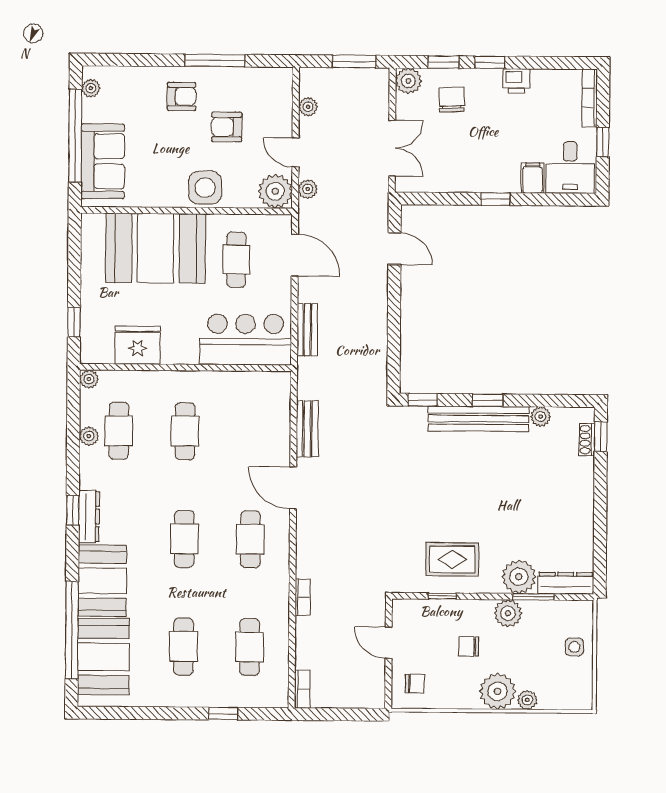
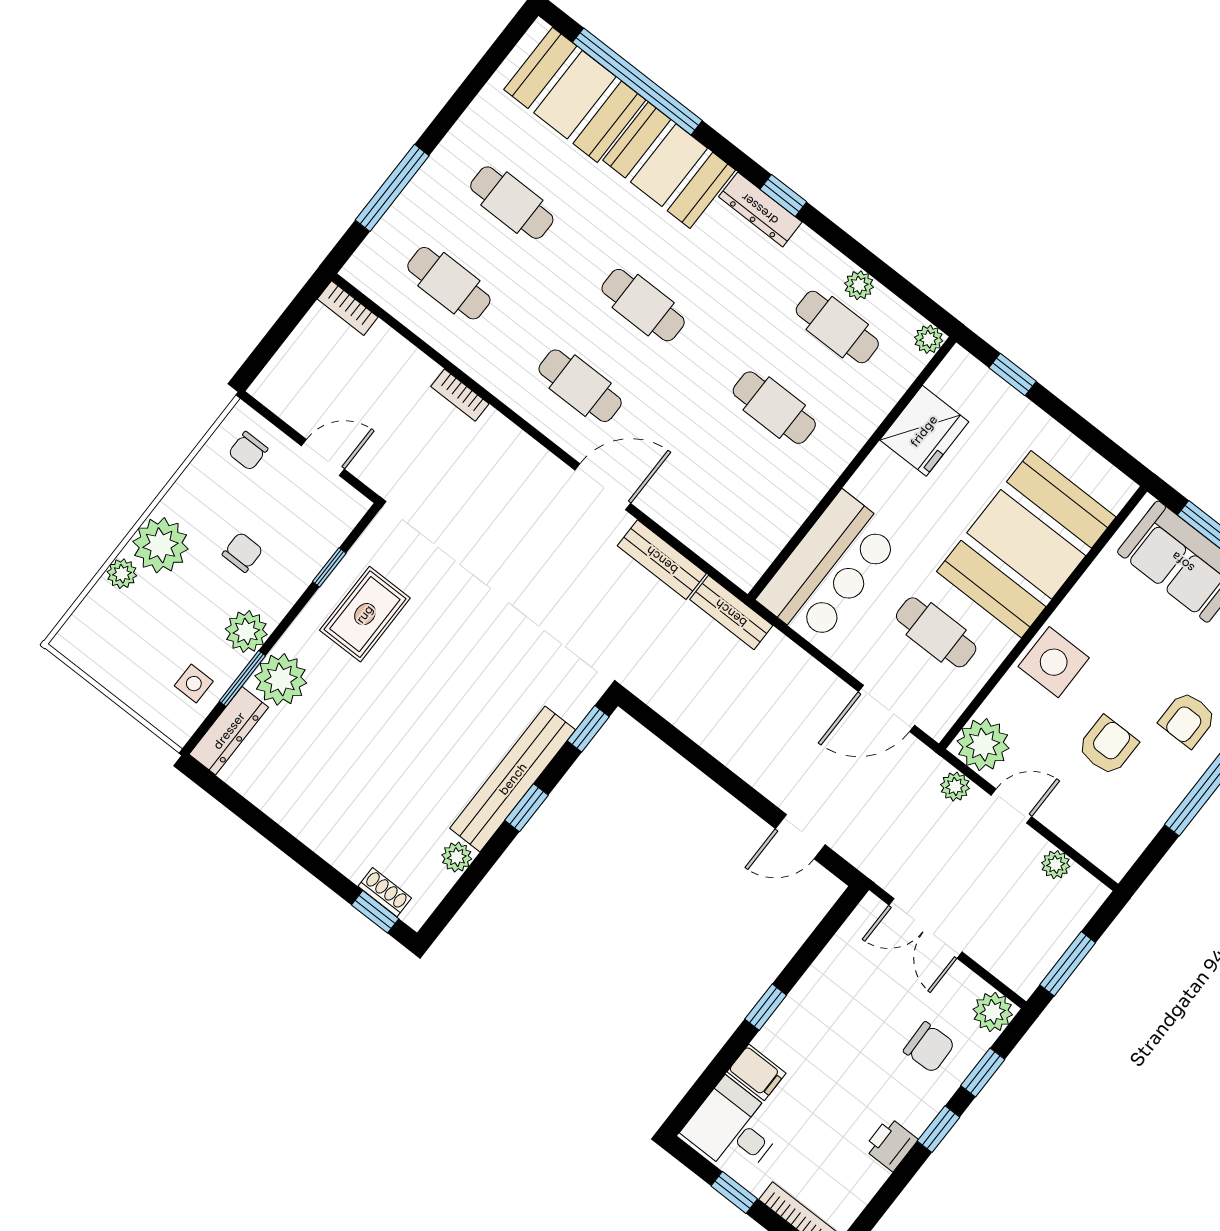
bench: (307, 330) -> (731, 613), moved
side table: (574, 647) -> (194, 684), moved
window: (223, 714) -> (392, 188), width x2.17

